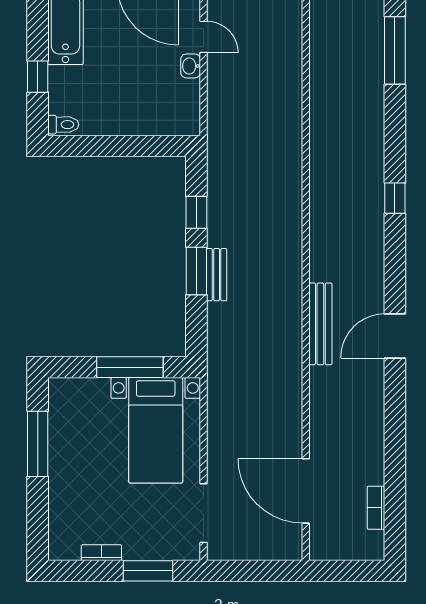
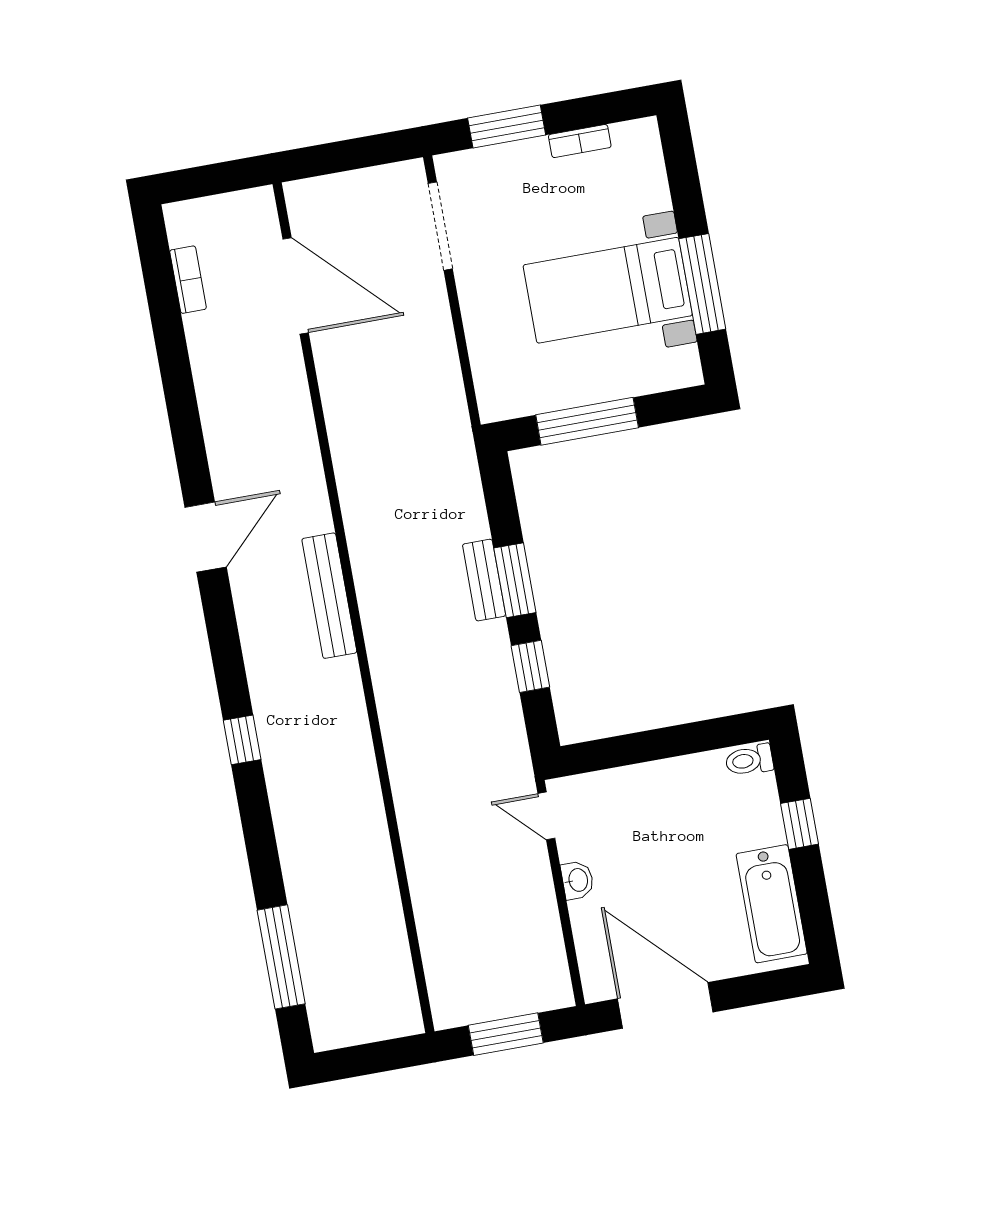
door: (203, 37) -> (546, 816), moved
bench: (320, 324) -> (329, 596), moved
bed with nightstands: (156, 430) -> (608, 290), moved, turned -90

